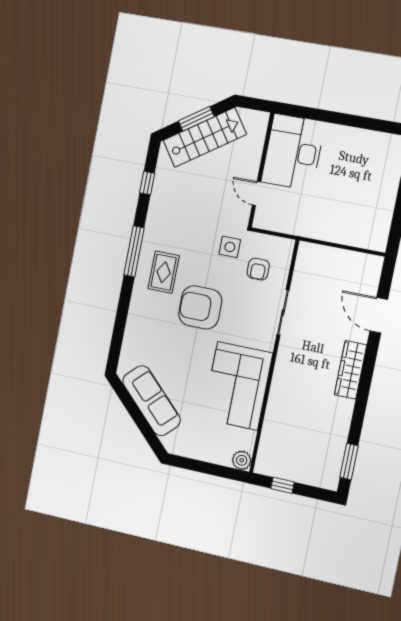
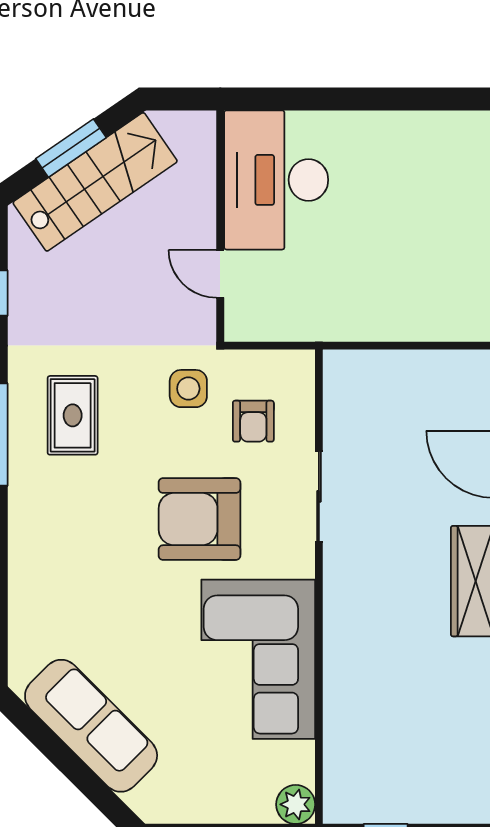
rug: (164, 272) -> (73, 415), moved
armchair: (200, 307) -> (199, 519), moved

